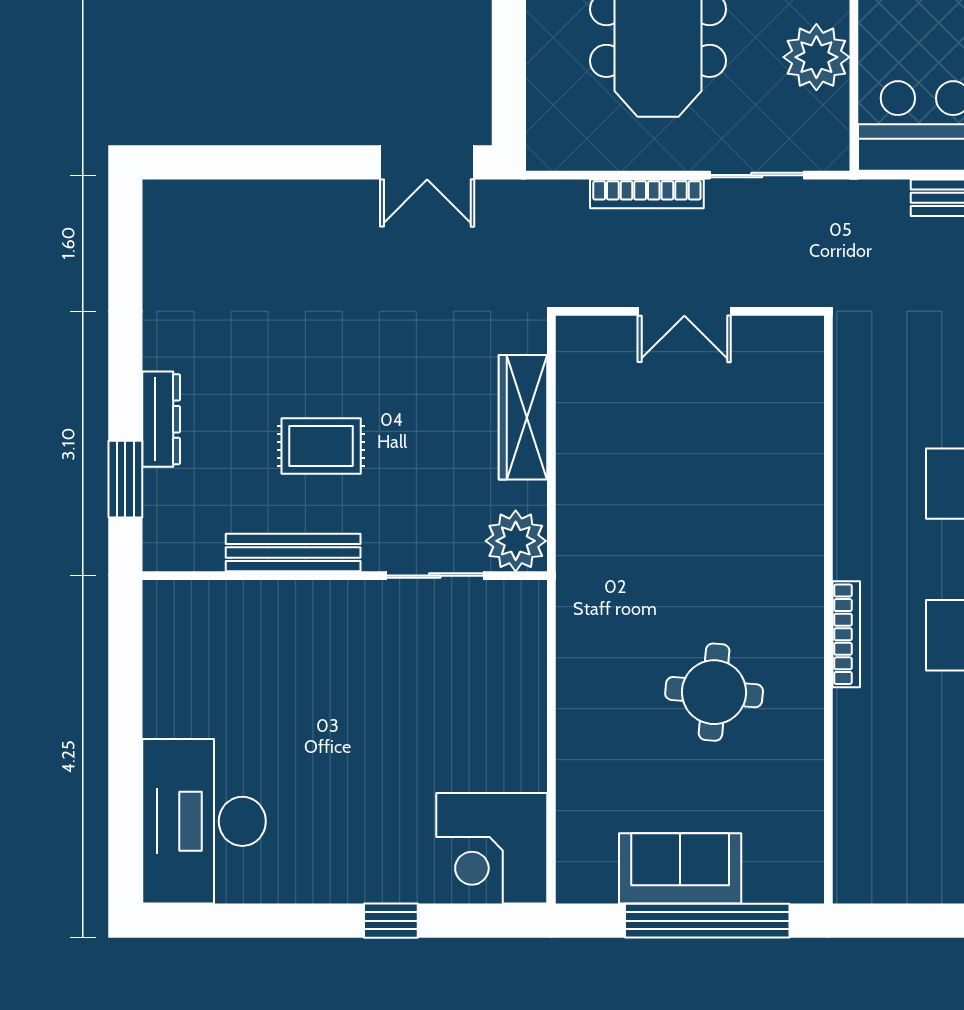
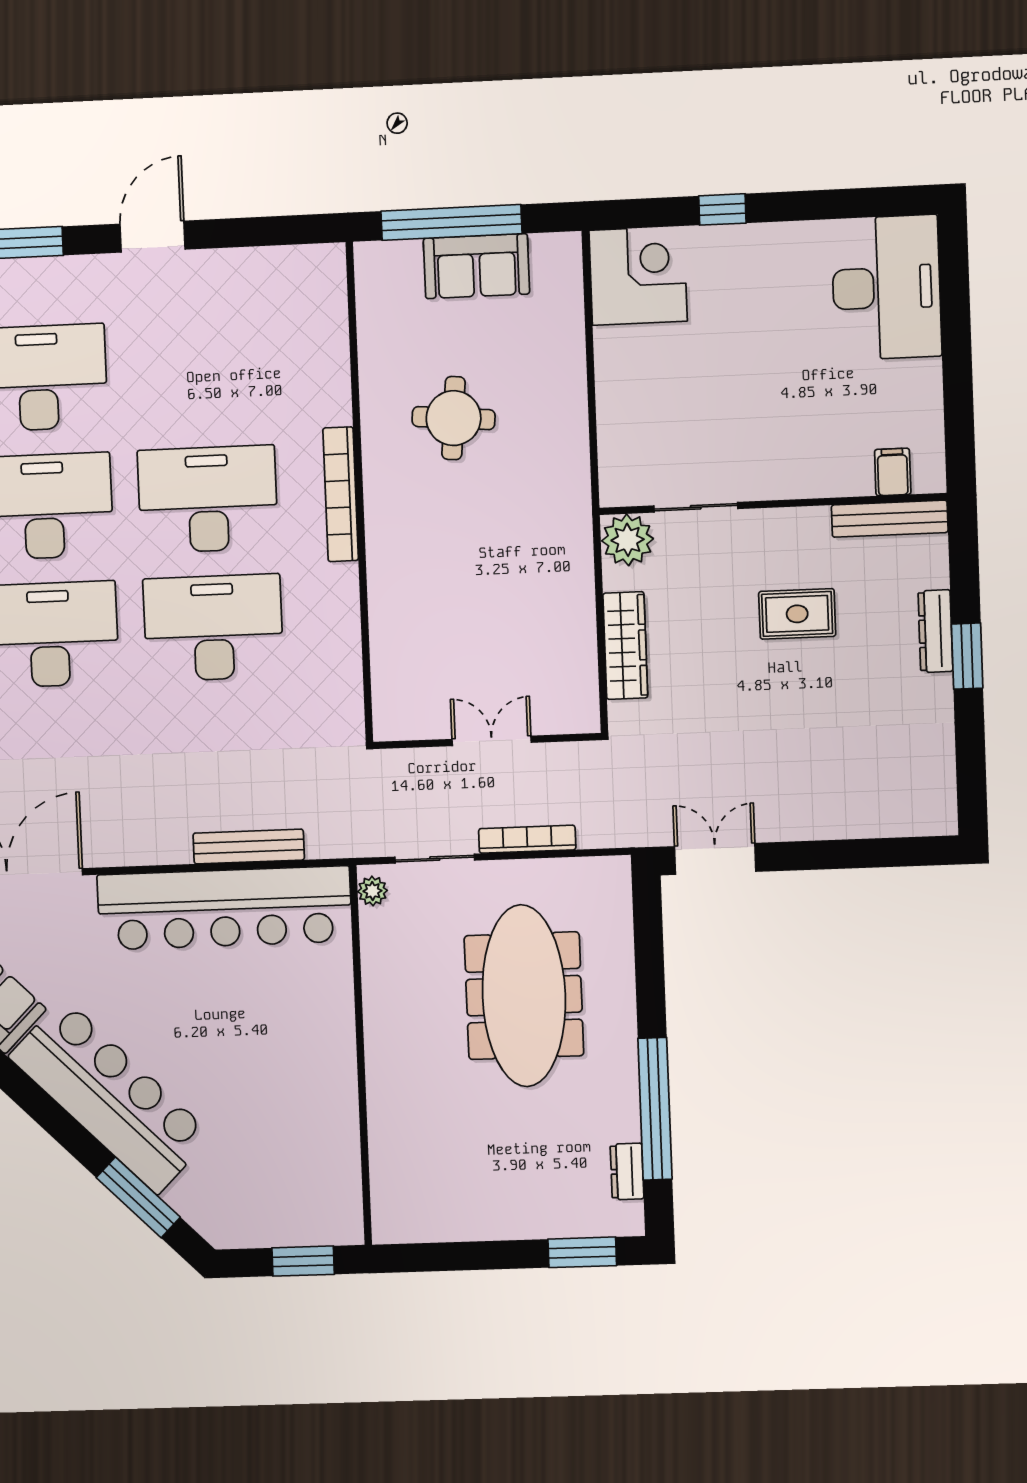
plant: (816, 57) -> (372, 891), moved, width x0.53, depth x0.53
window: (125, 479) -> (967, 656), moved
bench: (293, 553) -> (890, 519), moved
filing cabinet: (204, 607) -> (893, 472), added
bookcase: (846, 634) -> (341, 494), width x1.48, depth x1.31

